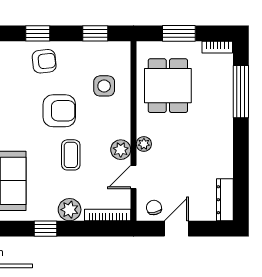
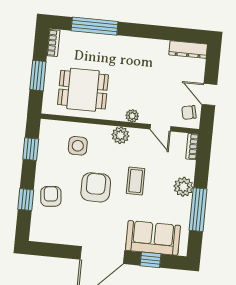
plant: (121, 150) -> (120, 135), moved
coffee table: (71, 155) -> (136, 181), turned 90
bookcase: (108, 215) -> (192, 147), width x0.64
window: (45, 229) -> (198, 210), width x2.17

